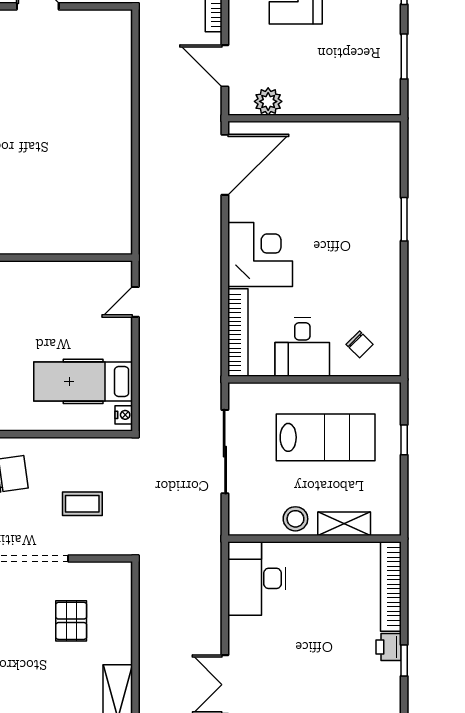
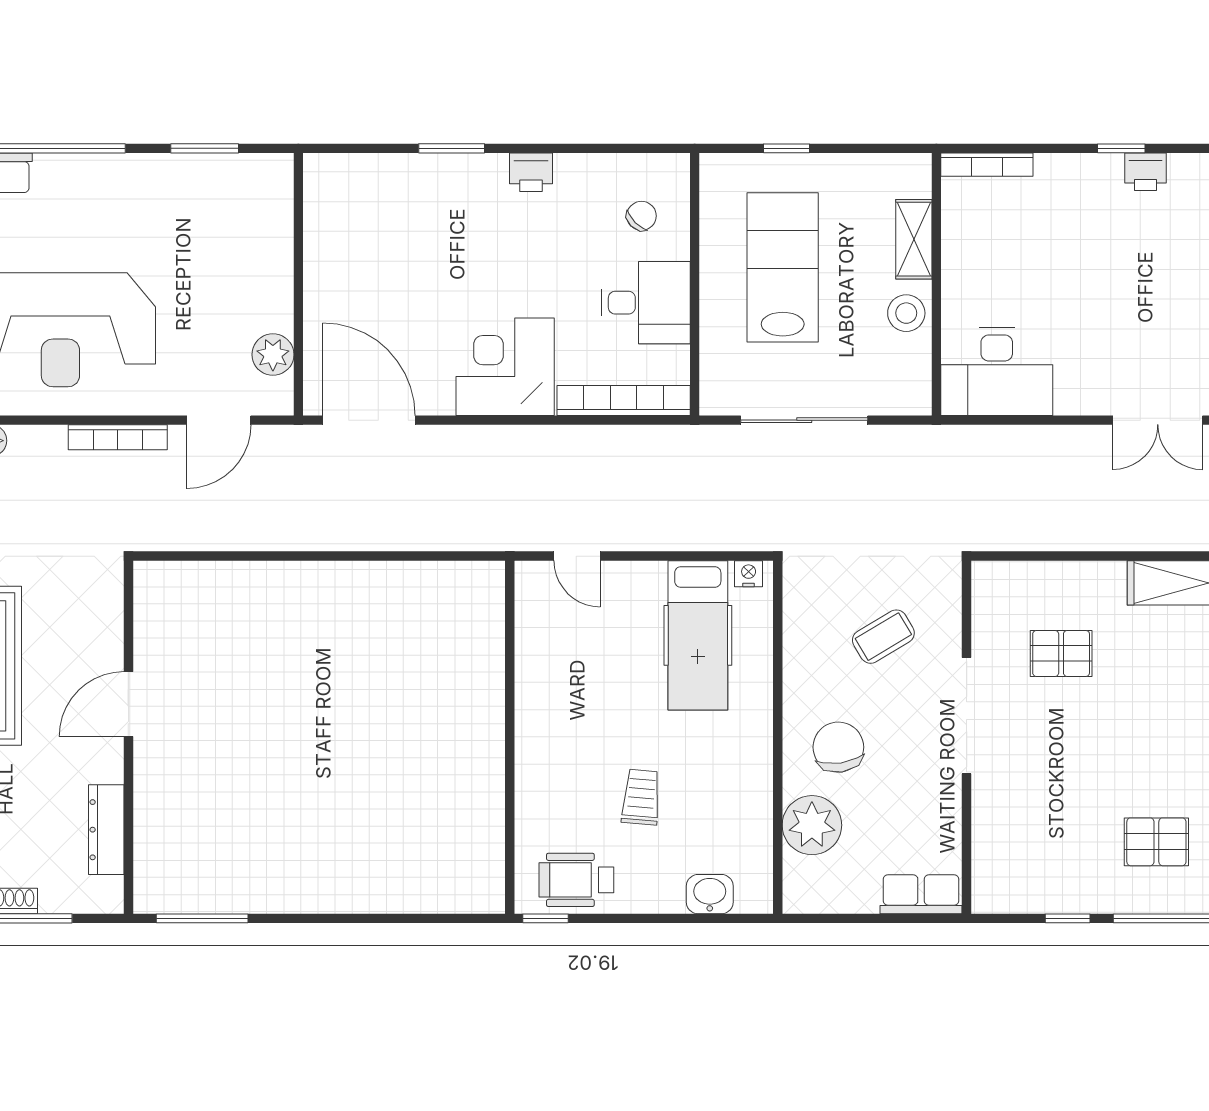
printer: (388, 272) -> (531, 172), added
coffee table: (82, 504) -> (883, 637), turned 59
bookcase: (391, 586) -> (987, 165), width x0.68, depth x0.76
printer: (389, 647) -> (1146, 172), moved

